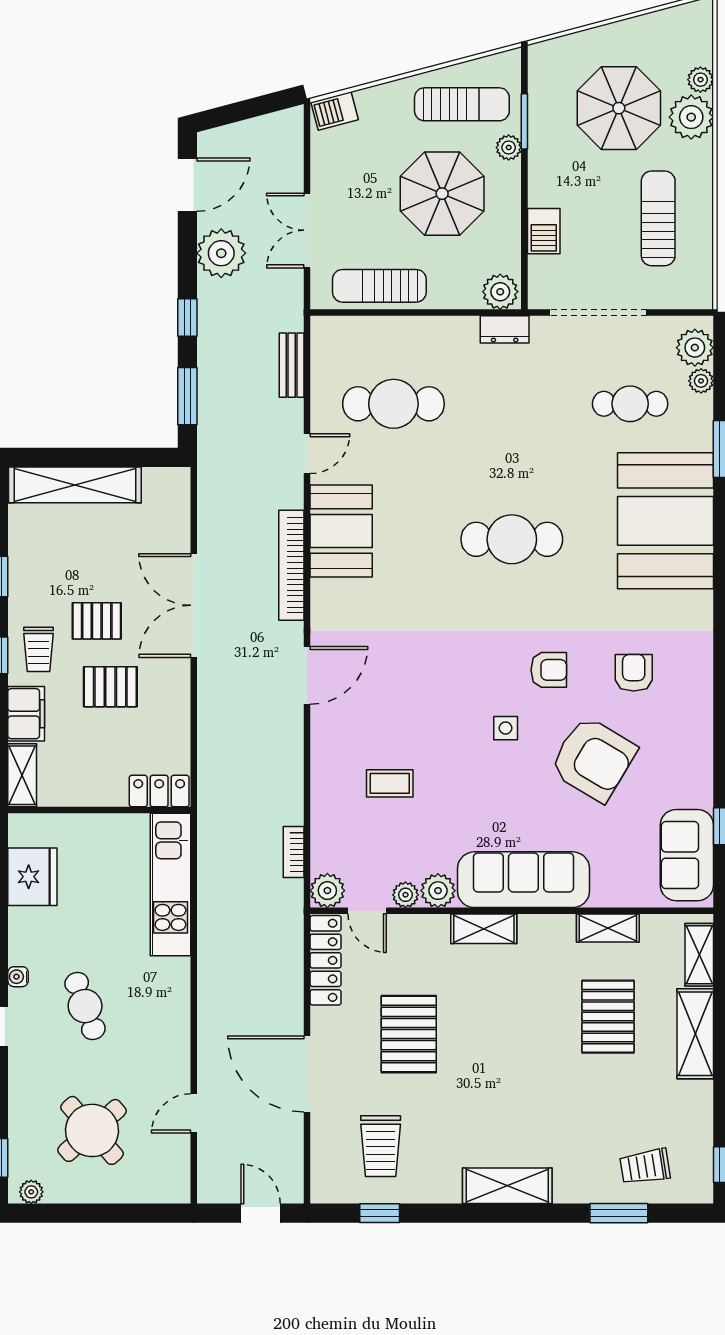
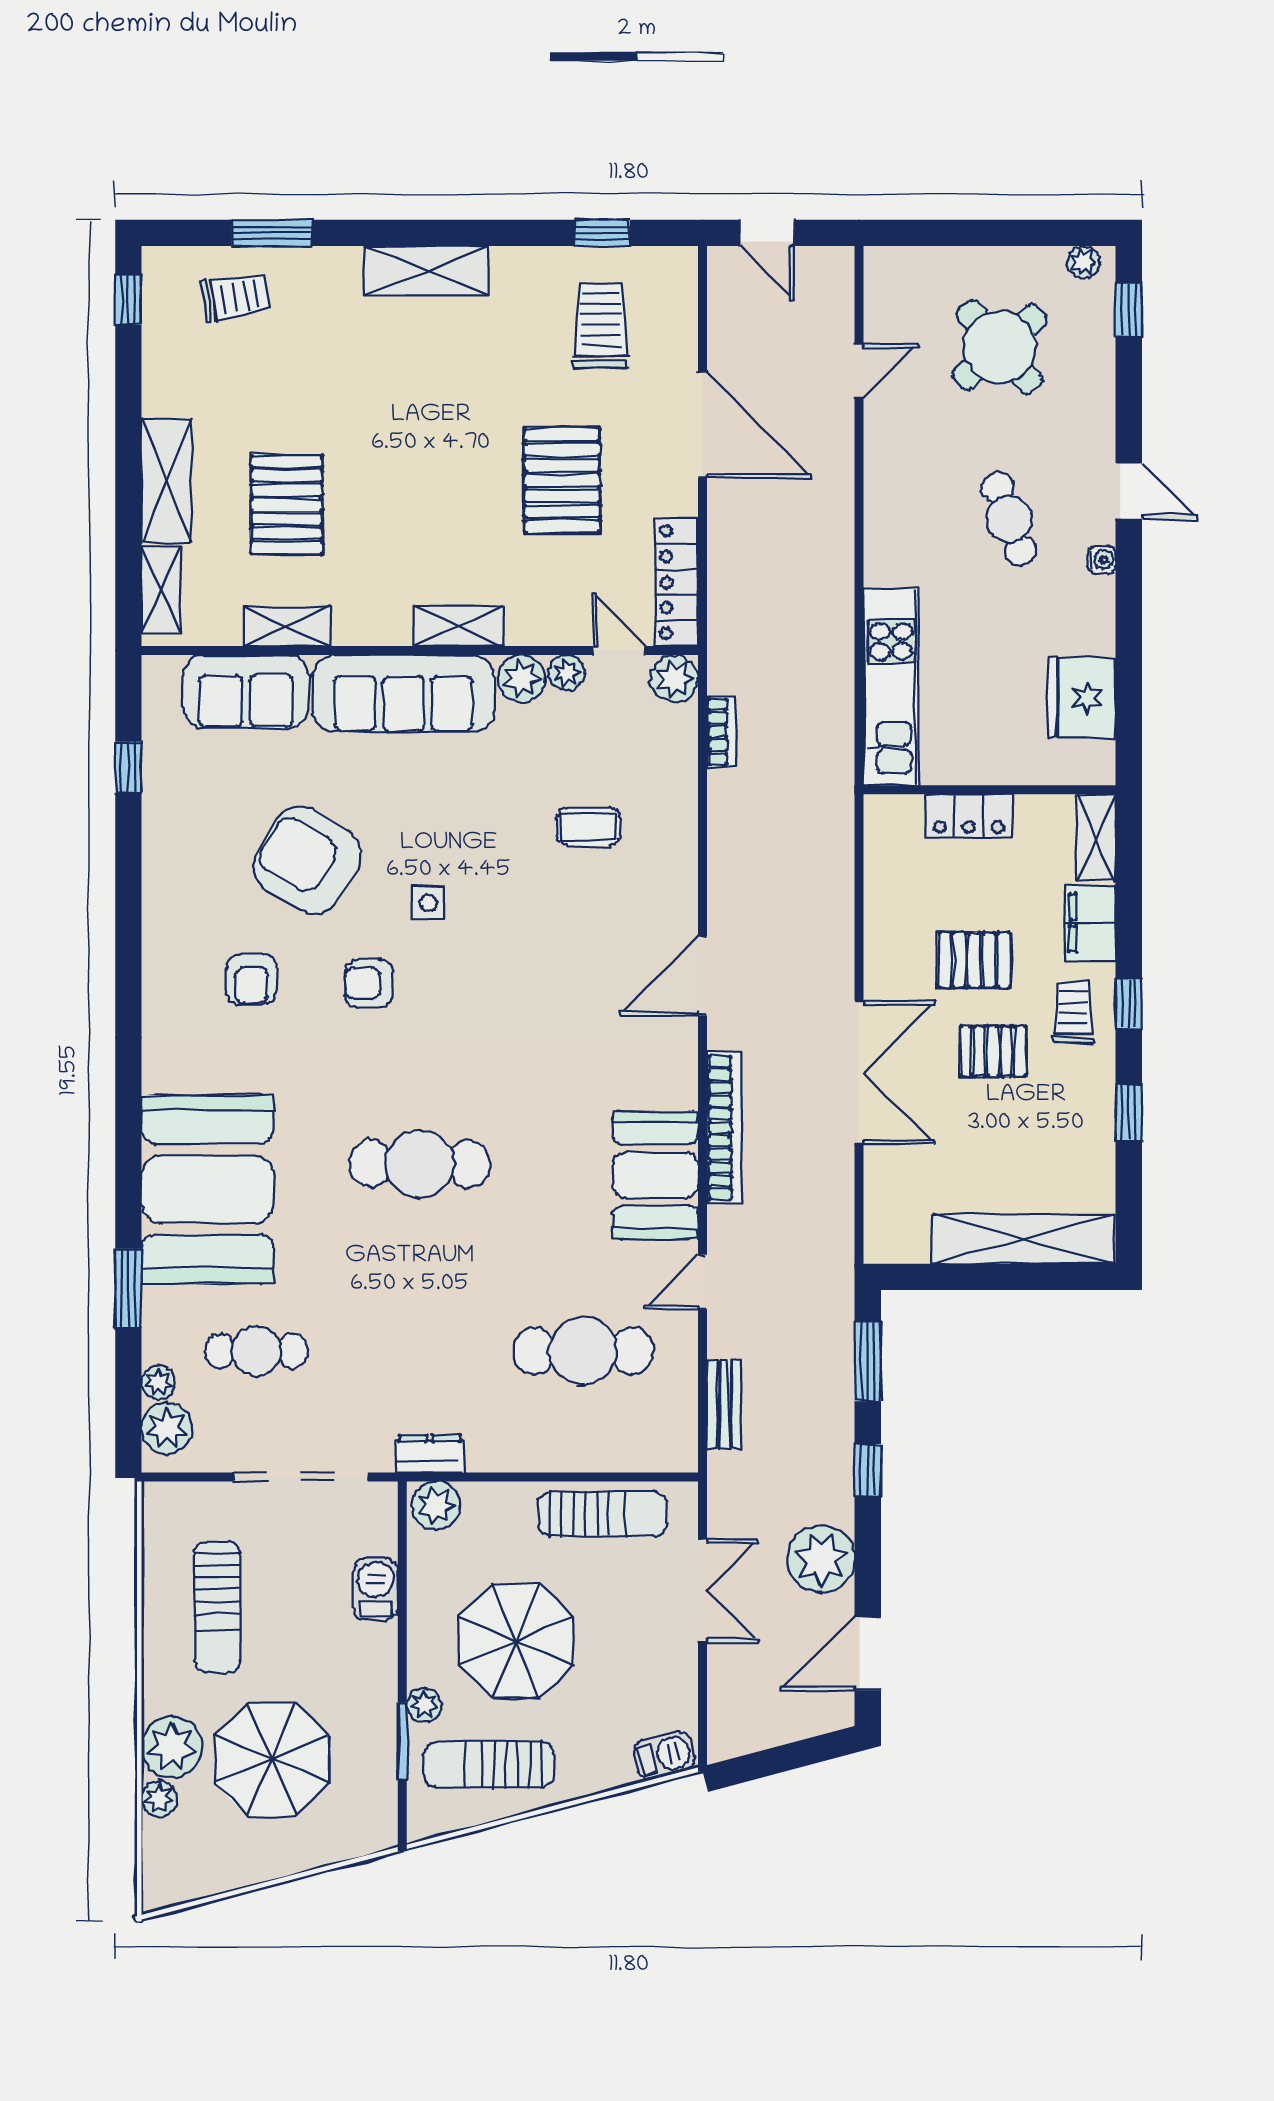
locker: (159, 791) -> (969, 816), moved
sofa: (687, 855) -> (246, 691), moved, turned 90

